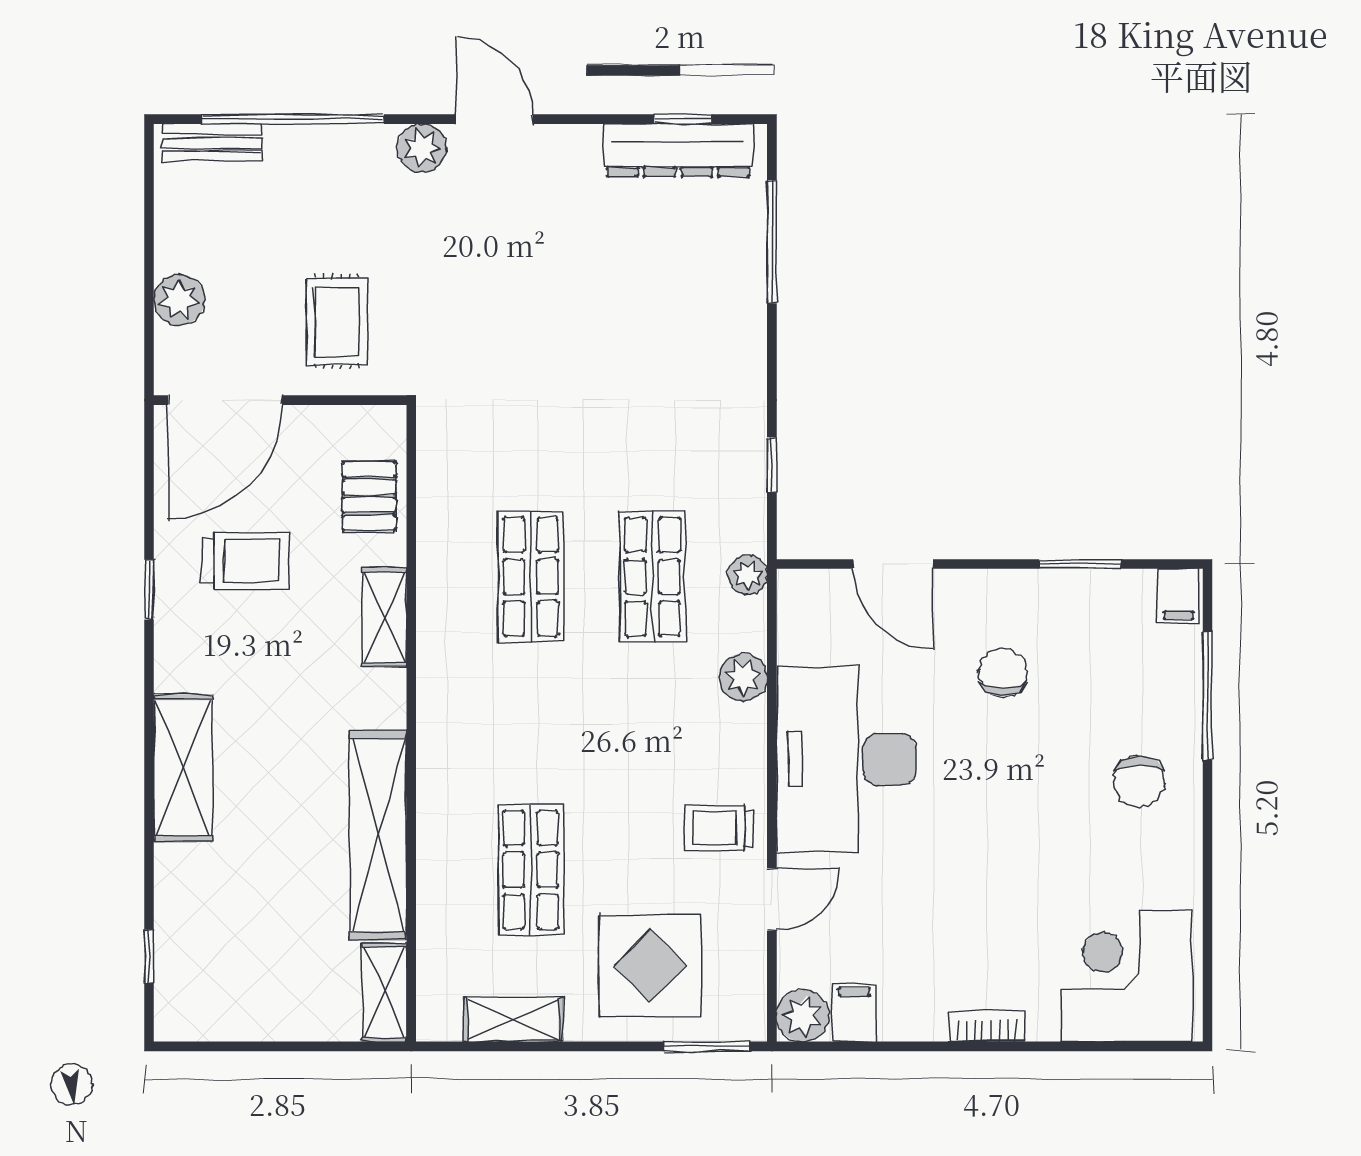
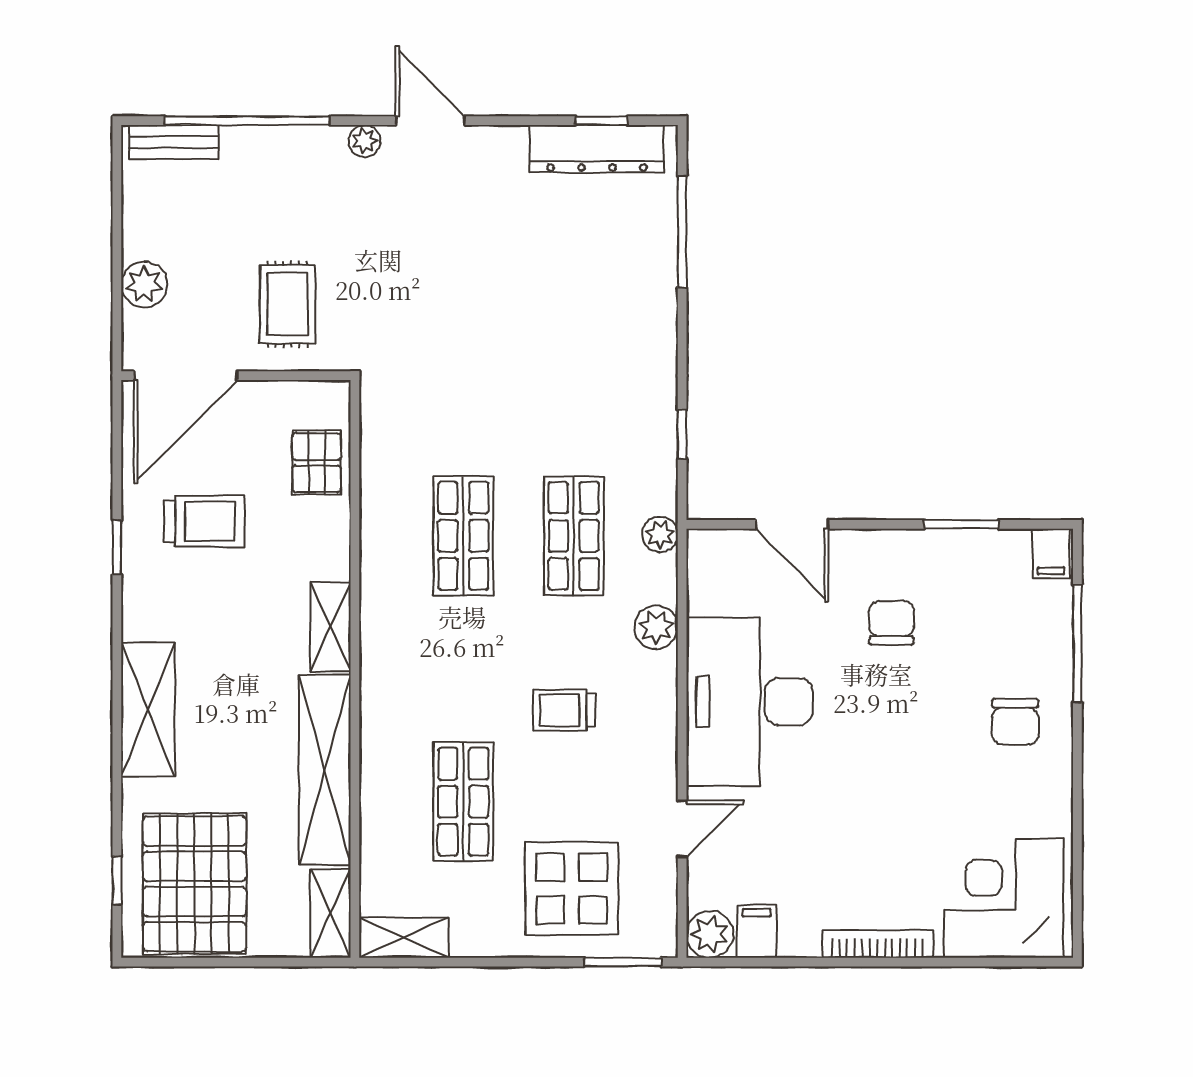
plant: (422, 148) -> (365, 141), width x0.73, depth x0.73
shelving: (384, 617) -> (330, 627), moved
trolley: (719, 828) -> (564, 710), moved
pallet: (235, 960) -> (195, 884), added
shelving: (513, 1020) -> (404, 938), moved
bookcase: (987, 1026) -> (877, 944), width x1.56

